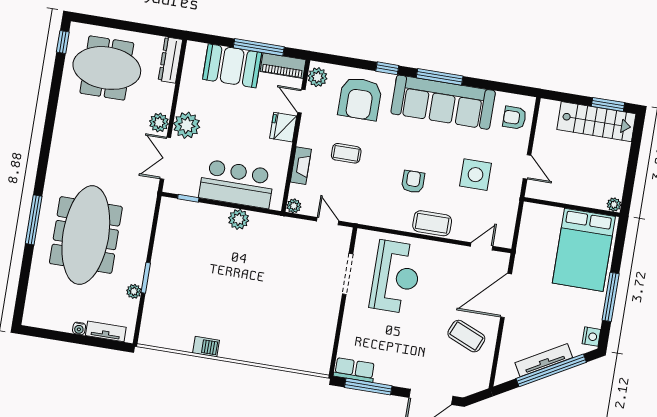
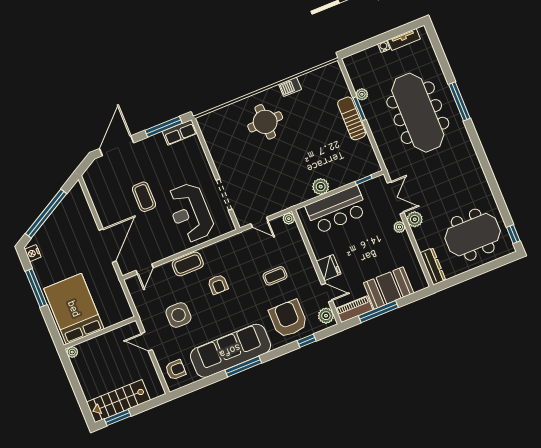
window: (387, 68) -> (307, 341), moved
plant: (187, 125) -> (399, 227), width x0.53, depth x0.53
fireplace: (301, 166) -> (301, 249), removed
sun lounger: (161, 272) -> (352, 118), added
round table: (256, 325) -> (265, 122), added
tv unit: (106, 331) -> (404, 39), moved
coffee table: (466, 336) -> (144, 197), moved, turned 67
tv unit: (544, 360) -> (55, 217), removed

